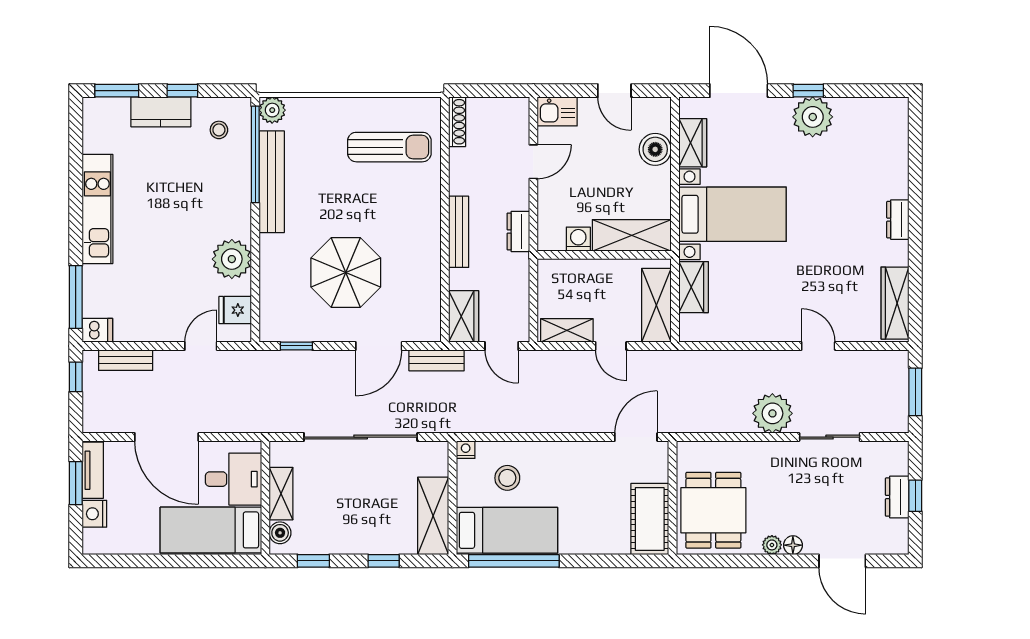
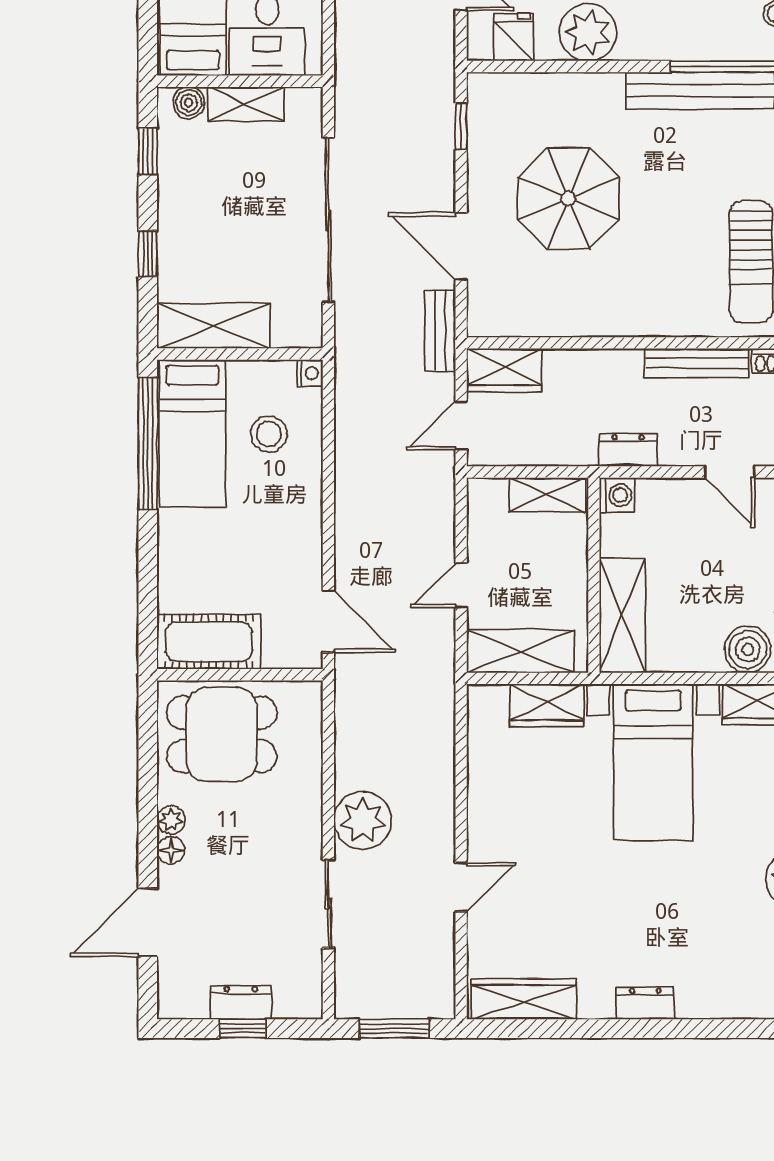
bench: (459, 232) -> (697, 363), moved
washing machine: (578, 239) -> (617, 495), moved
shelving: (567, 330) -> (547, 495), moved, turned 90

